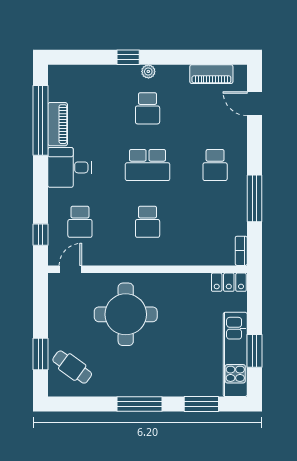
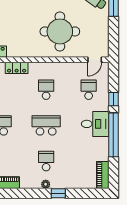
window: (41, 120) -> (113, 135), moved
piano: (58, 124) -> (103, 175), moved
window: (41, 235) -> (113, 99), moved
locker: (194, 257) -> (17, 68), added

